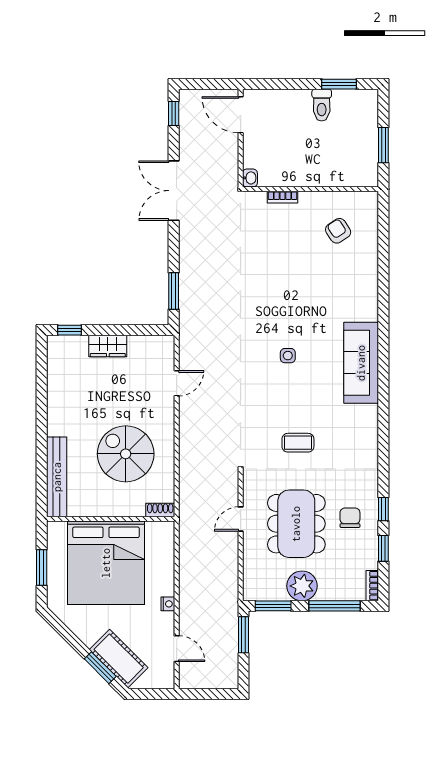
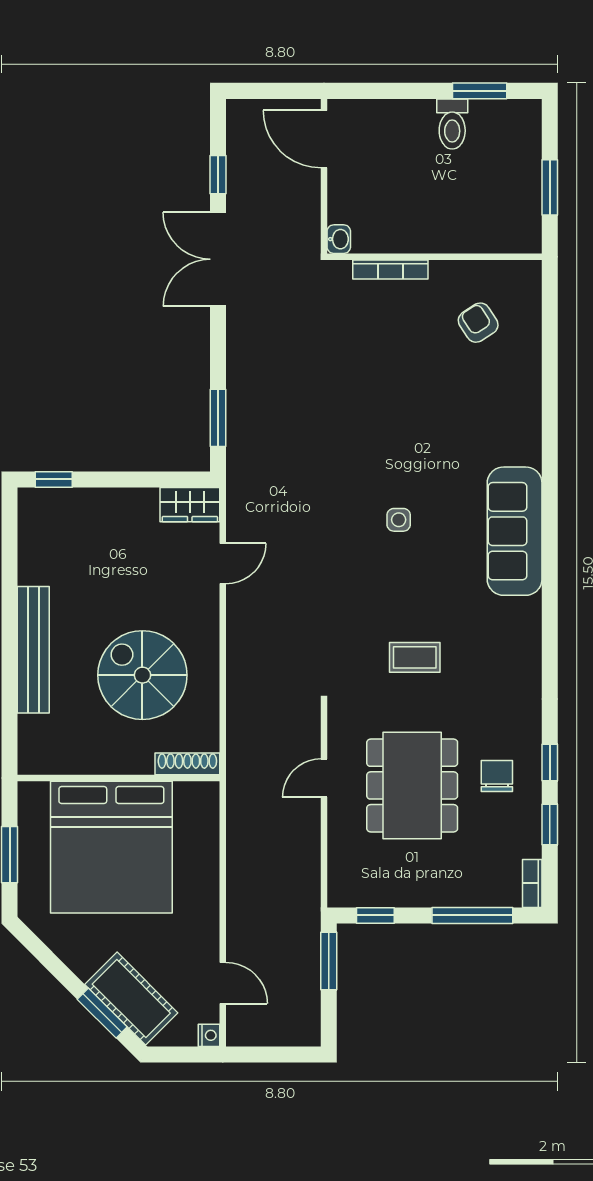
window: (174, 113) -> (218, 175), moved
bookcase: (283, 197) -> (390, 269), width x1.56
wardrobe: (108, 346) -> (190, 505), moved
bench: (57, 477) -> (33, 650), moved
shoe rack: (160, 510) -> (187, 764), width x1.43
plant: (302, 586) -> (421, 884), removed
nightstand: (168, 604) -> (209, 1035), moved
window: (273, 606) -> (375, 915), width x0.67

